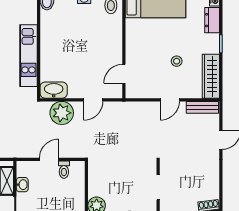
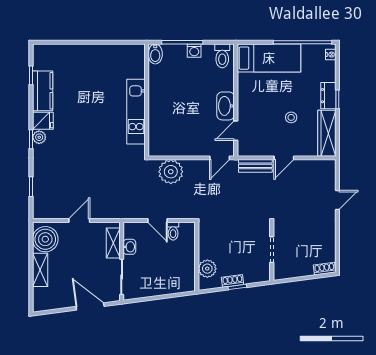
dresser: (212, 20) -> (328, 96), moved
washbasin: (54, 90) -> (226, 106), moved, turned -90
door: (93, 100) -> (220, 158), moved
bench: (202, 107) -> (255, 166), moved
door: (49, 159) -> (158, 220), swing flipped

